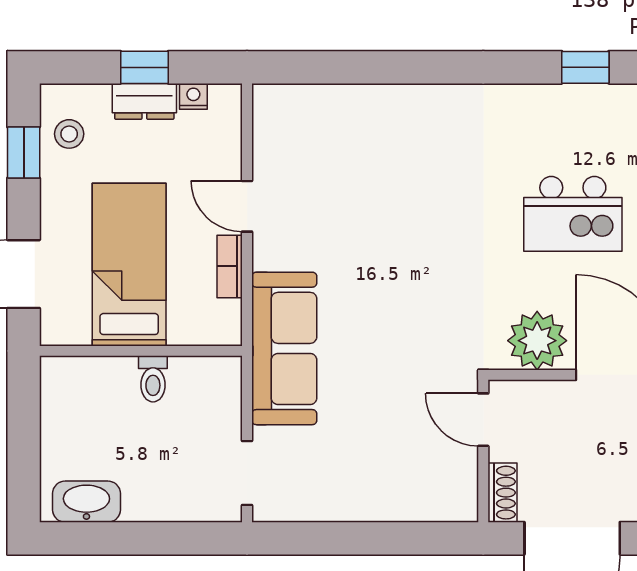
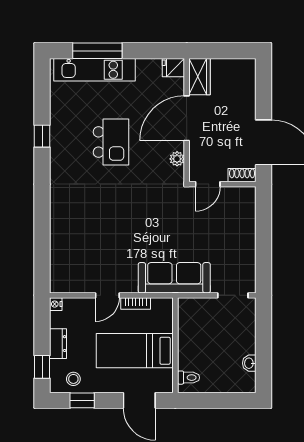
window: (144, 67) -> (42, 367), moved
nightstand: (193, 96) -> (56, 304), moved
plant: (537, 341) -> (177, 159), width x0.53, depth x0.53
toilet: (153, 379) -> (189, 378), moved
washbasin: (86, 502) -> (249, 363), width x0.52, depth x0.69

